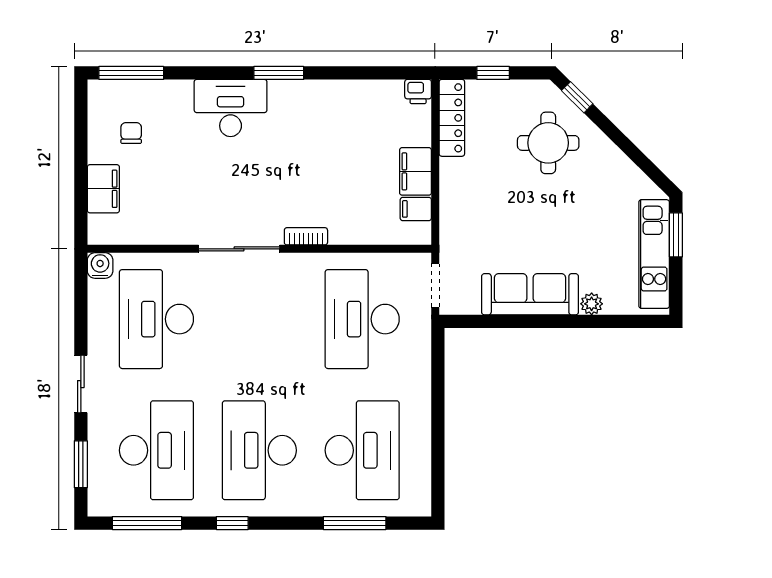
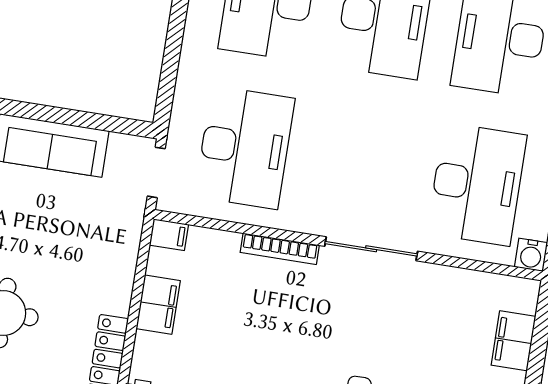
filing cabinet: (416, 209) -> (169, 235), moved
bookcase: (306, 236) -> (280, 249), width x1.56

